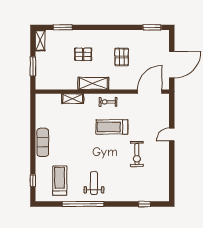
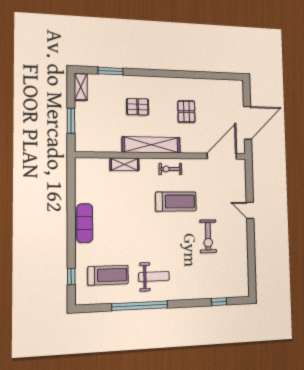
window: (152, 27) -> (223, 76), removed
shelving: (93, 83) -> (151, 145), width x1.47
treadmill: (112, 127) -> (176, 201), turned 180
door: (172, 135) -> (250, 210), hinge flipped
treadmill: (60, 181) -> (108, 275), turned 90
weight bench: (94, 183) -> (154, 276), turned 90

